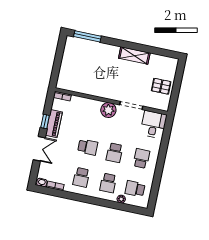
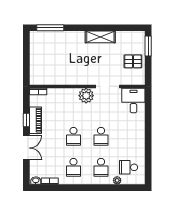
window: (179, 74) -> (148, 46), added
school desk: (88, 147) -> (73, 136), turned 90
school desk: (141, 158) -> (129, 136), removed

